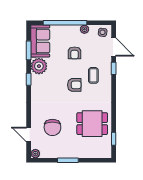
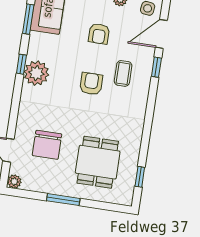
door: (114, 47) -> (161, 34), swing flipped
plant: (39, 66) -> (36, 73), moved
armchair: (74, 85) -> (91, 84), turned -90
dining table: (92, 124) -> (98, 162), moved, turned 90

